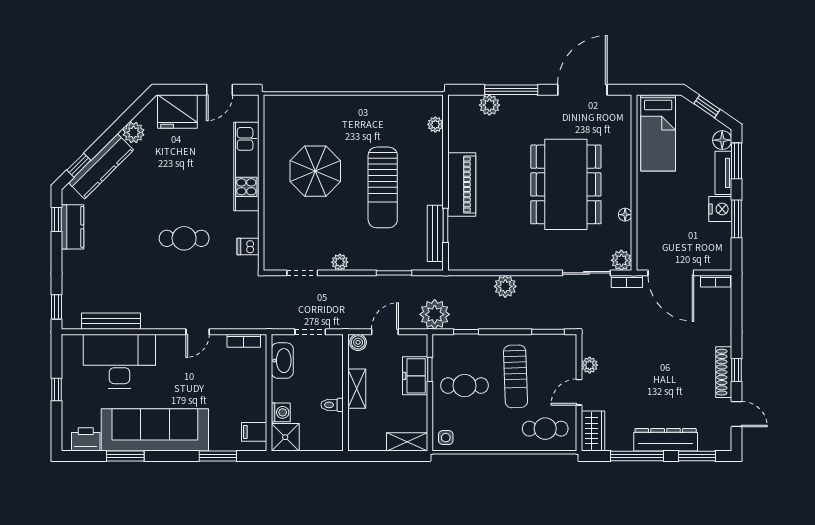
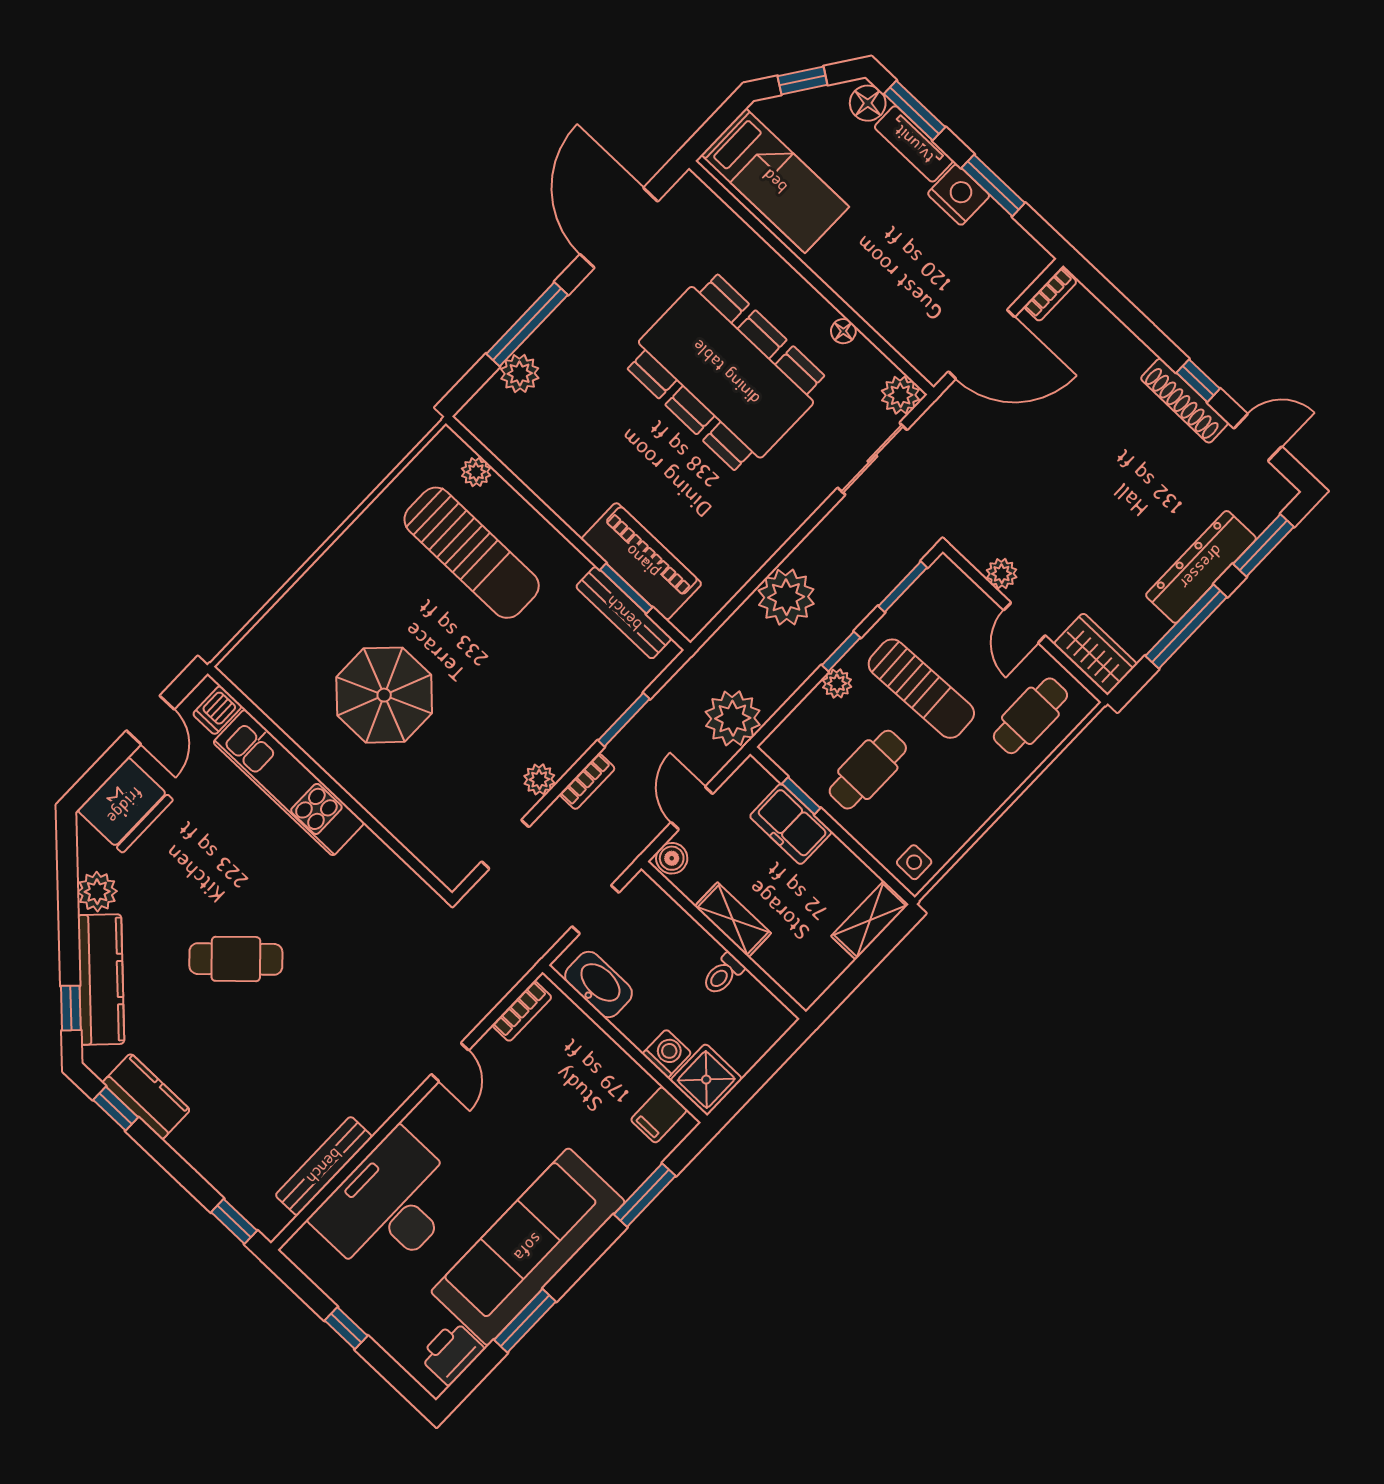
piano: (462, 184) -> (642, 561), moved
sun lounger: (383, 187) -> (472, 553), moved
cafe table: (184, 238) -> (236, 959), moved, turned 47
dishwasher: (248, 247) -> (217, 710), moved
bookcase: (627, 281) -> (587, 781), moved
plant: (505, 286) -> (786, 597), width x1.36, depth x1.36
window: (466, 332) -> (841, 651), moved
plant: (486, 342) -> (837, 684), added

